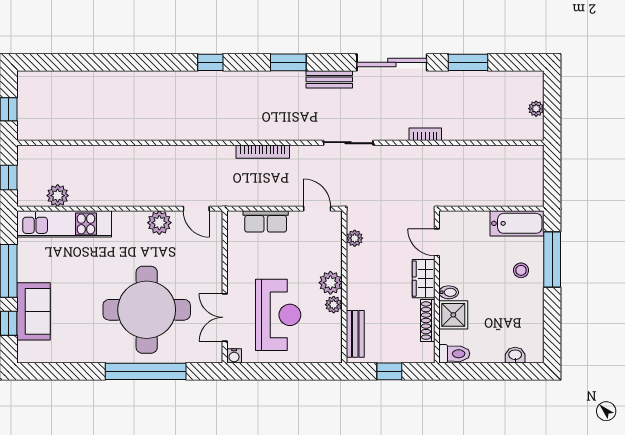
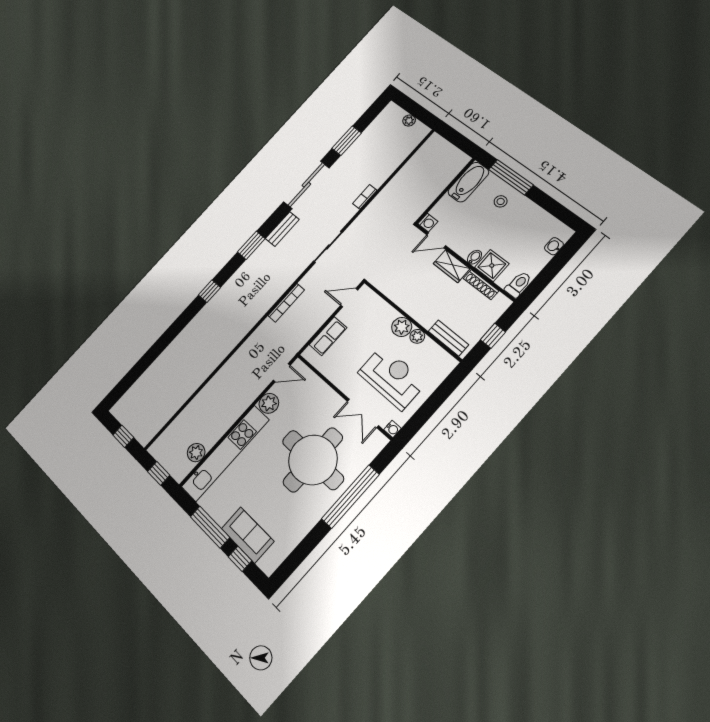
washing machine: (448, 219) -> (428, 223), added
kitchen unit: (64, 224) -> (225, 453), width x1.36
plant: (355, 238) -> (388, 289), removed

